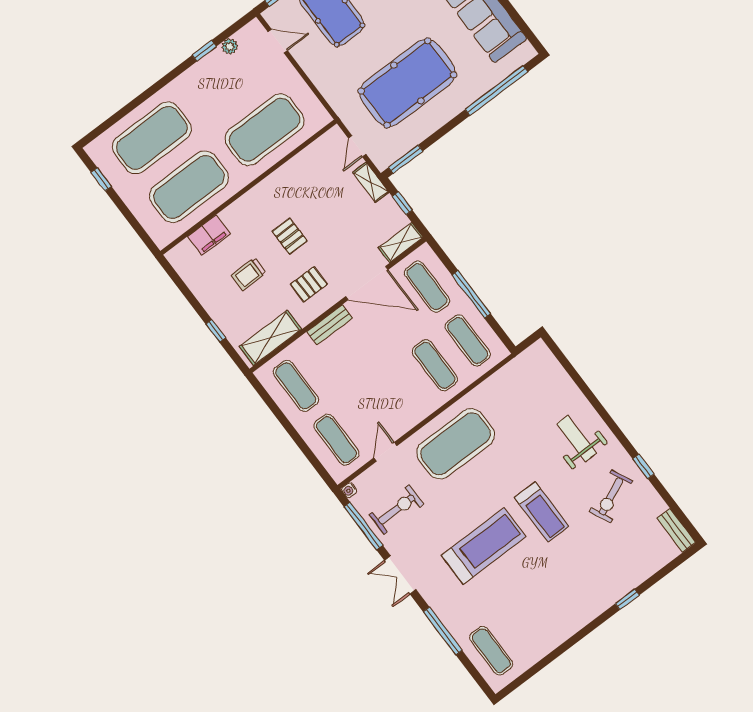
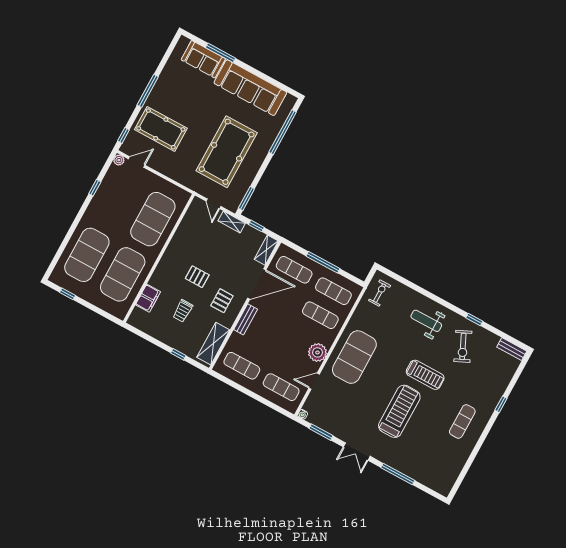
plant: (230, 46) -> (119, 160), moved
plant: (408, 415) -> (317, 352), added
door: (385, 452) -> (314, 381), hinge flipped
exercise bike: (397, 509) -> (380, 293), moved, width x0.73, depth x0.72
window: (363, 526) -> (321, 432), width x0.69
exercise mat: (491, 651) -> (462, 421), moved, turned 90

